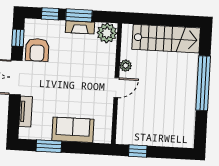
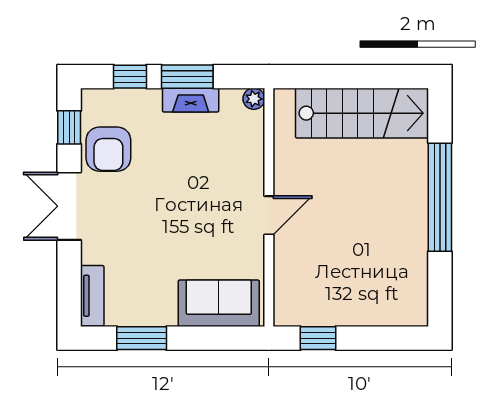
plant: (107, 33) -> (254, 99), width x0.53, depth x0.53
plant: (126, 66) -> (285, 171), removed
tv unit: (26, 112) -> (92, 296), moved
sofa: (73, 130) -> (219, 303), moved

